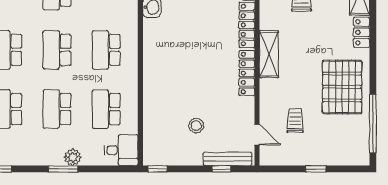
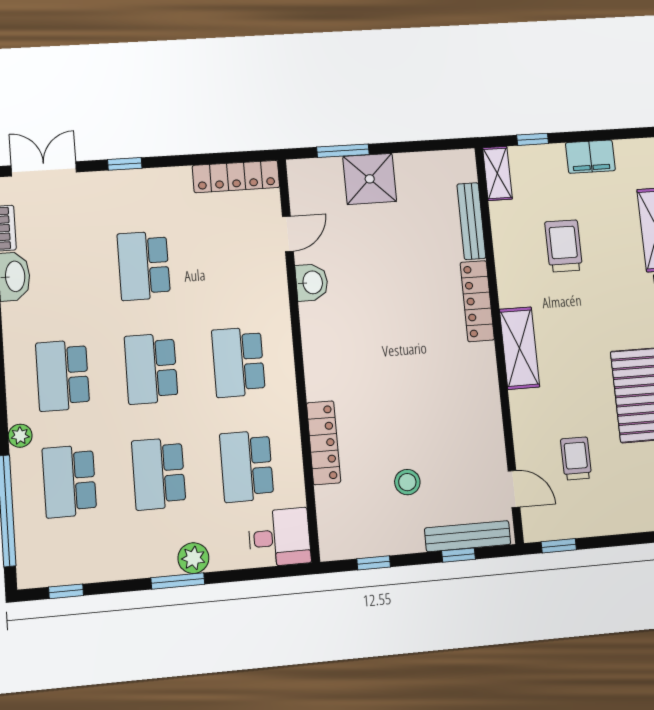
locker: (247, 73) -> (324, 443), moved, turned 180
window: (157, 169) -> (374, 563), moved
window: (316, 169) -> (559, 546), moved

